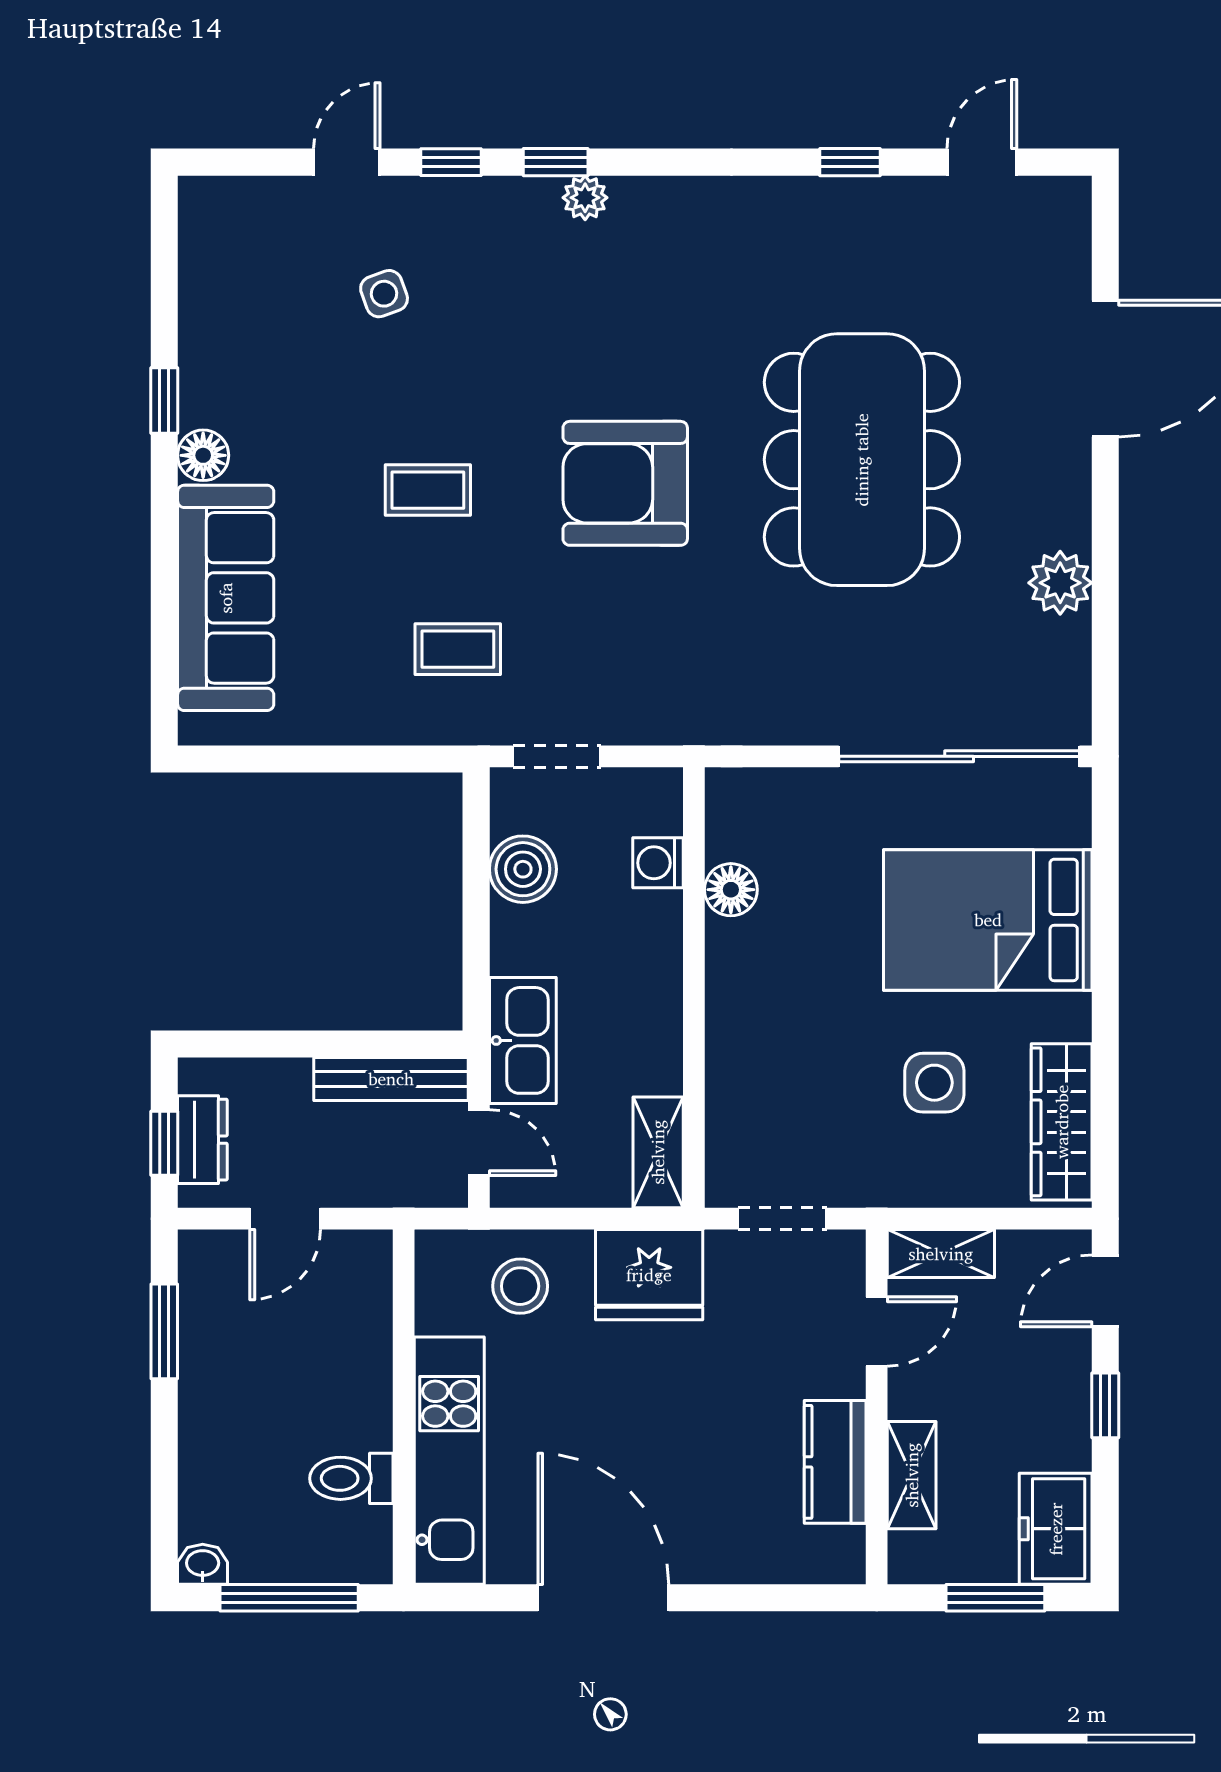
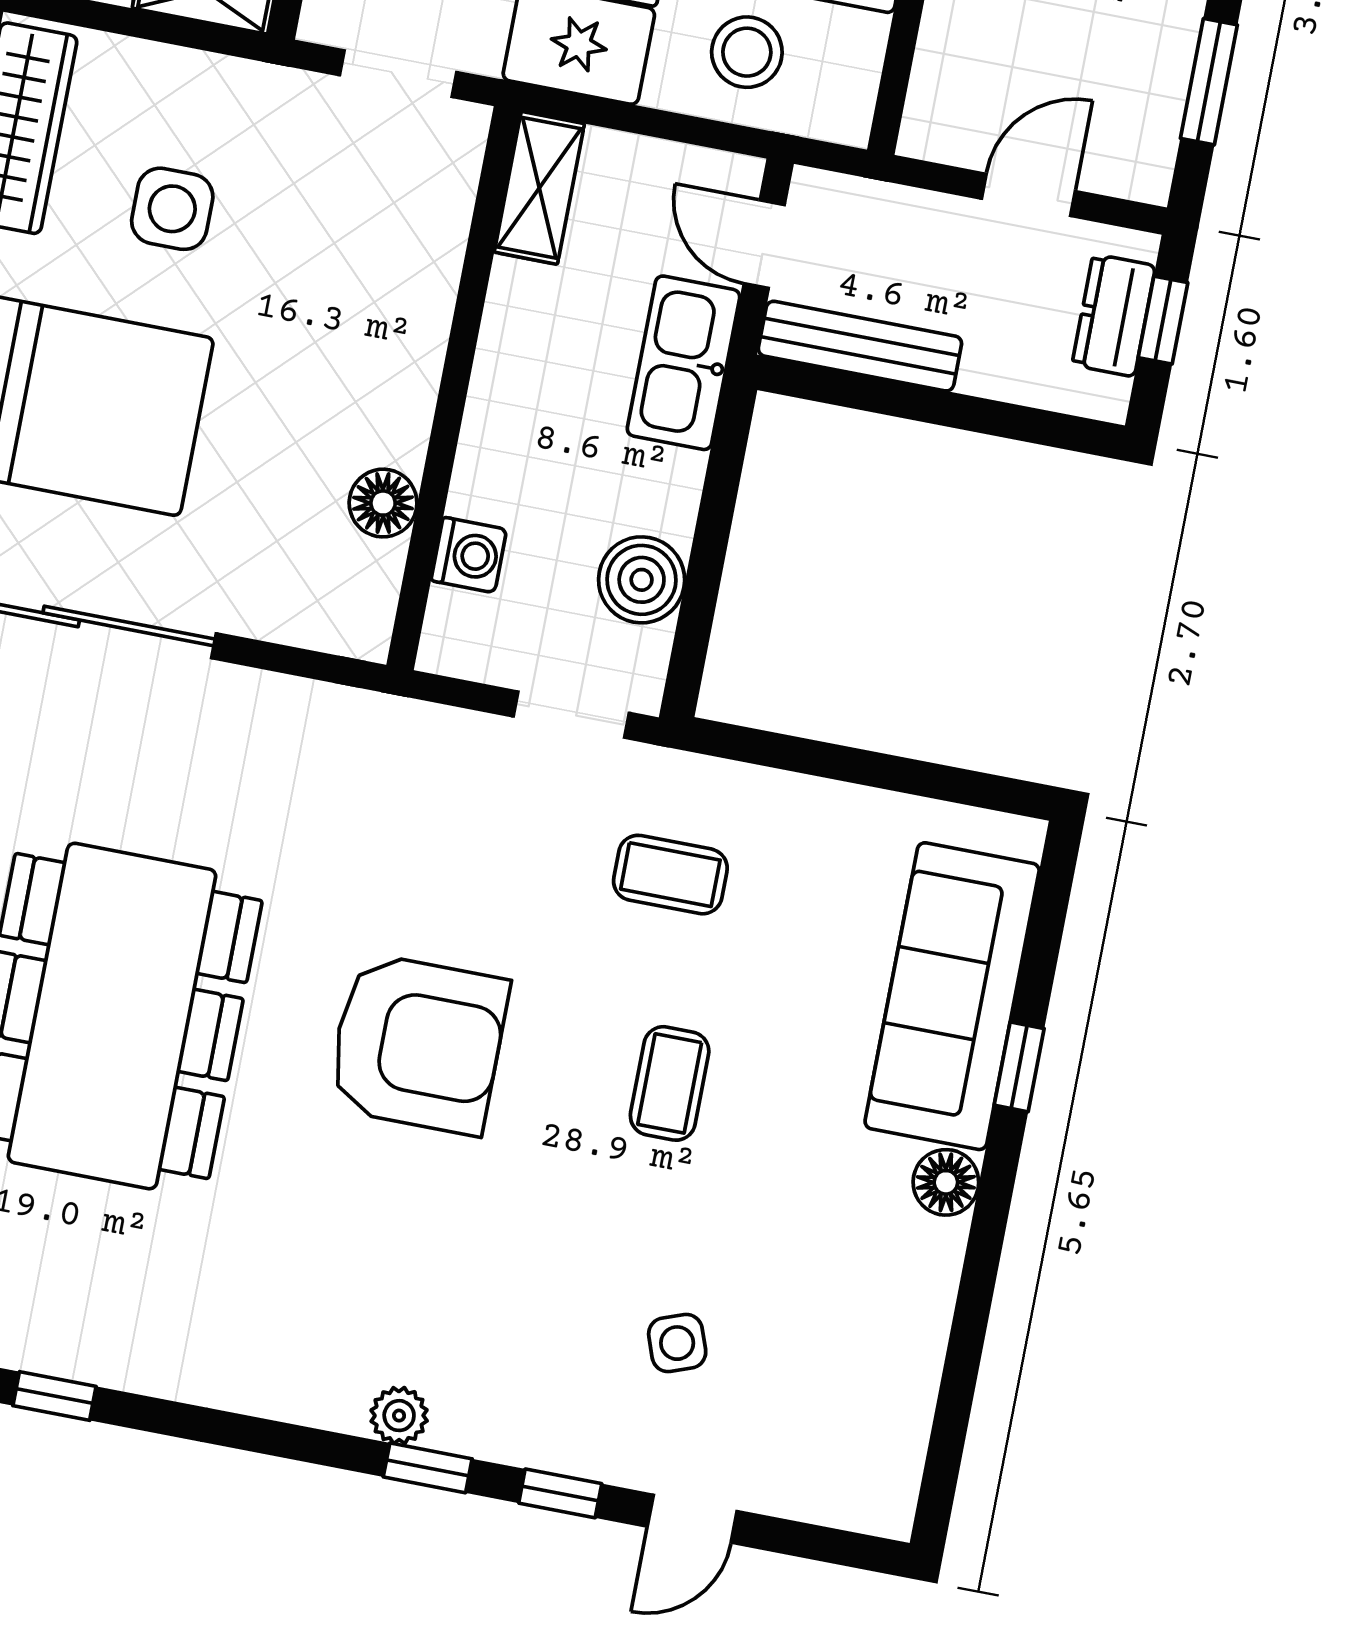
window: (164, 401) -> (1019, 1067), moved
coffee table: (428, 490) -> (670, 1083), turned 90

